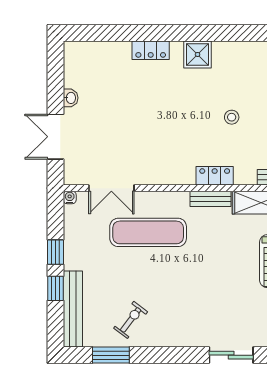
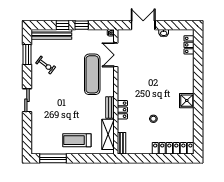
locker: (151, 50) -> (189, 45), moved
sliding door: (231, 355) -> (27, 100), moved

